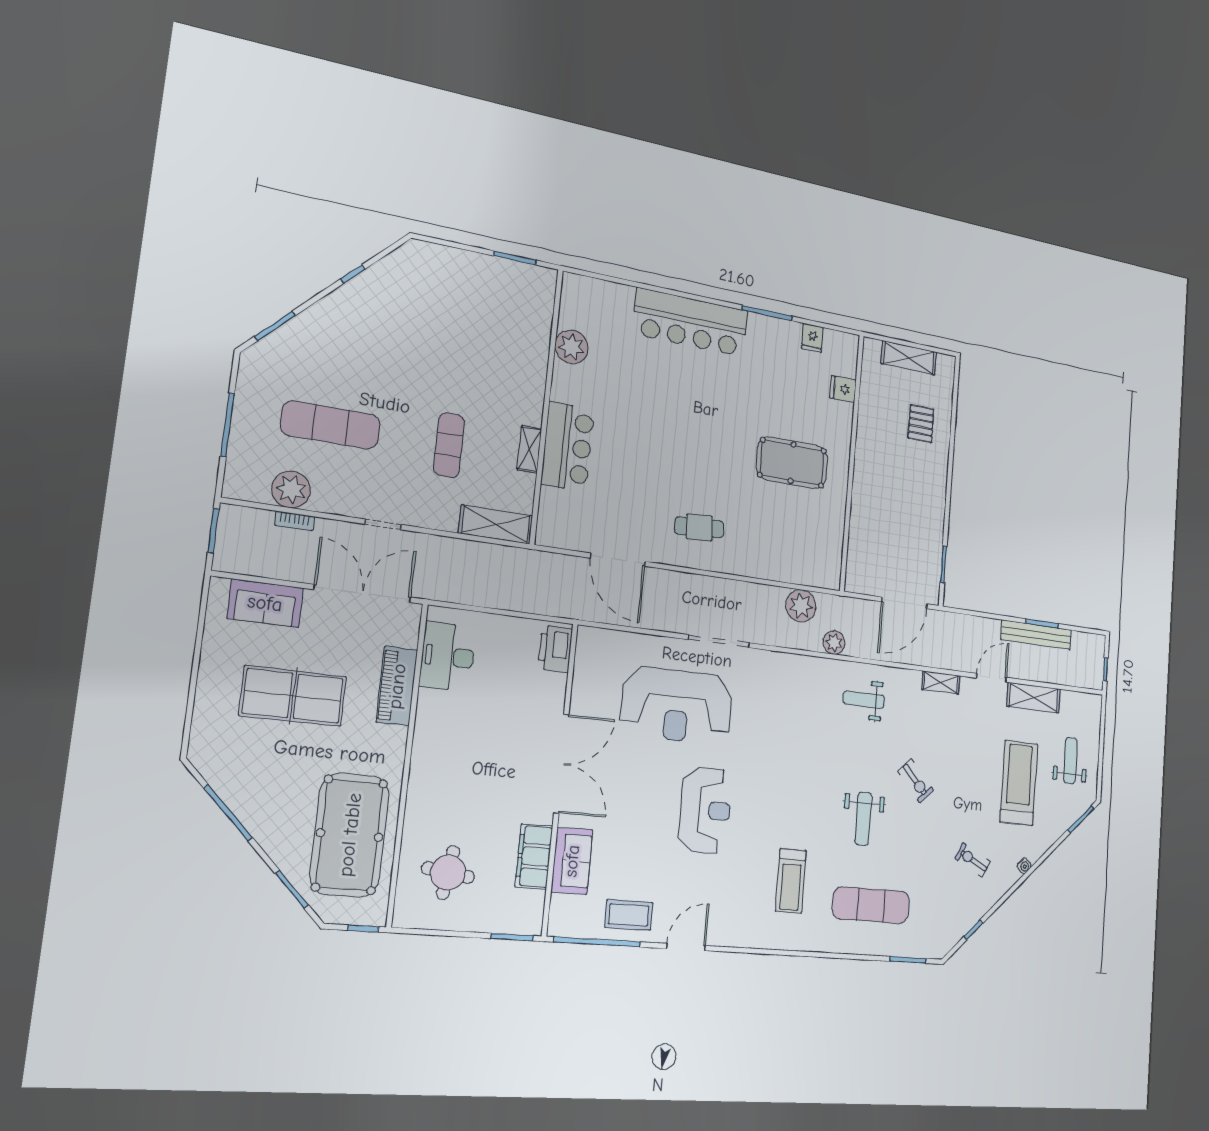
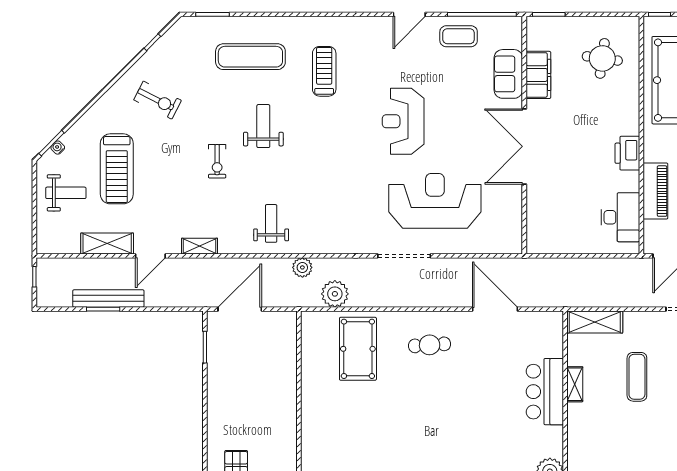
pool table: (792, 463) -> (358, 349), moved, turned 90
printer: (555, 649) -> (627, 153), moved, turned 180
weight bench: (864, 700) -> (271, 223), turned -90
weight bench: (1070, 761) -> (66, 193), turned -90
exercise bike: (916, 781) -> (217, 161), turned -136
exercise bike: (973, 860) -> (158, 100), width x1.38, depth x1.39
water cooler: (1024, 866) -> (58, 148), moved

